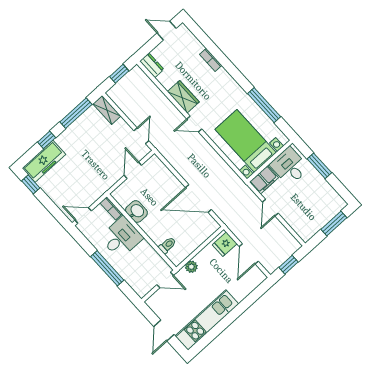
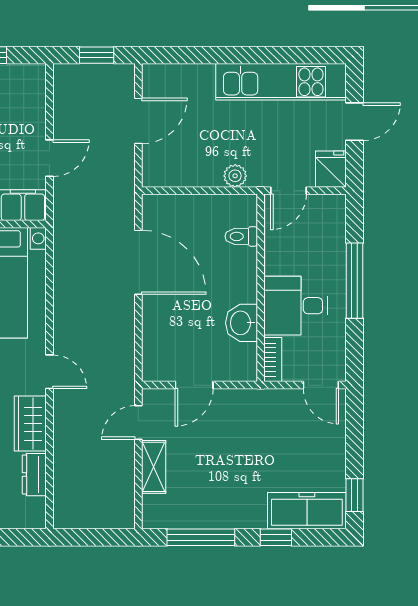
dresser: (152, 65) -> (34, 475), moved
window: (119, 74) -> (90, 537), removed
shelving: (107, 110) -> (154, 467), moved
fridge: (225, 244) -> (331, 169), moved, turned -90
door: (165, 280) -> (288, 191), swing flipped

